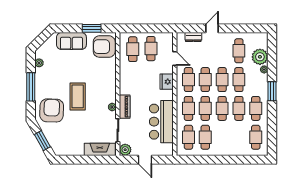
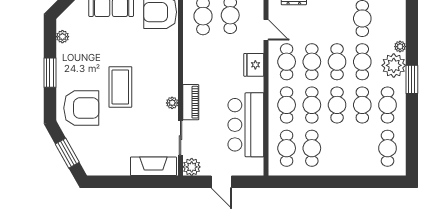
plant: (260, 57) -> (394, 65), moved
window: (31, 87) -> (50, 73), width x0.69
armchair: (52, 110) -> (81, 108), turned 88

